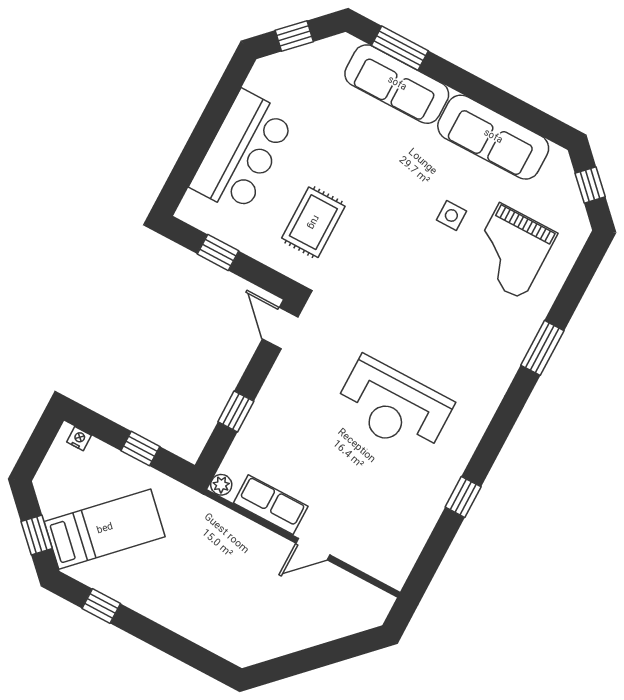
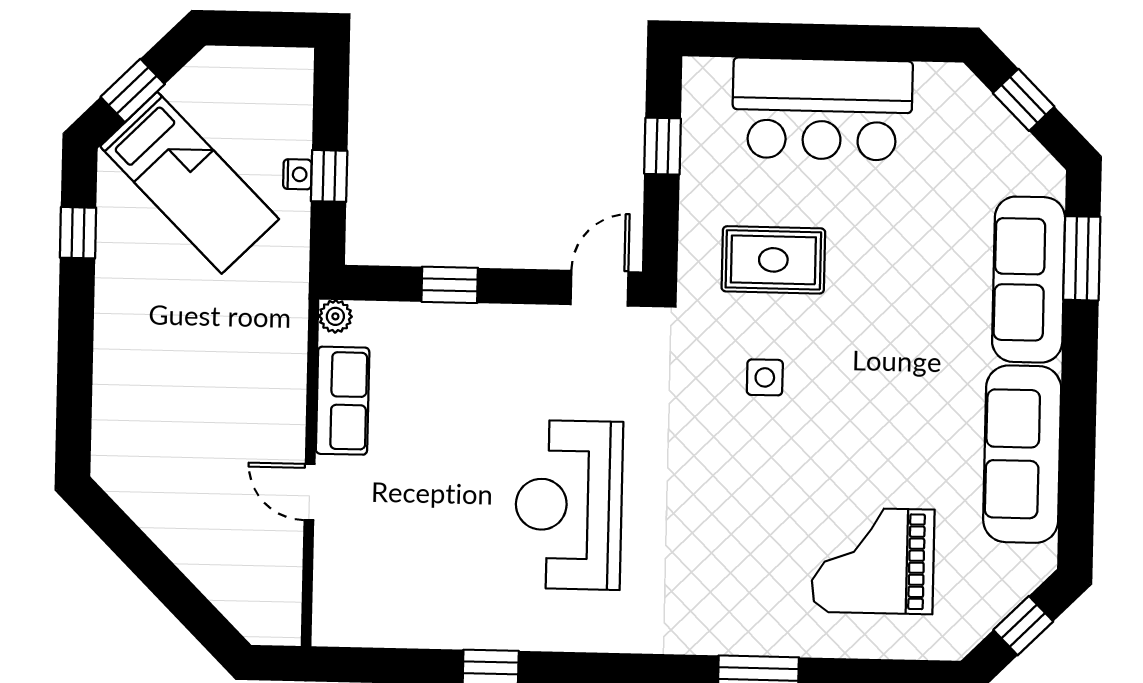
side table: (451, 215) -> (765, 377), moved
nightstand: (79, 439) -> (297, 174), moved

